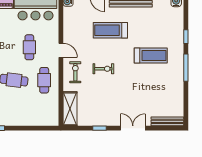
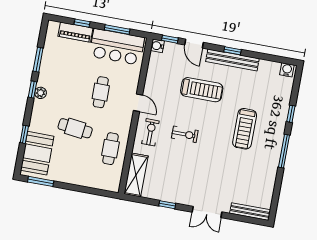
treadmill: (110, 30) -> (202, 90), turned 180
treadmill: (151, 55) -> (245, 129), turned 90
cafe table: (44, 80) -> (110, 149), moved
double door: (133, 128) -> (207, 212), swing flipped

